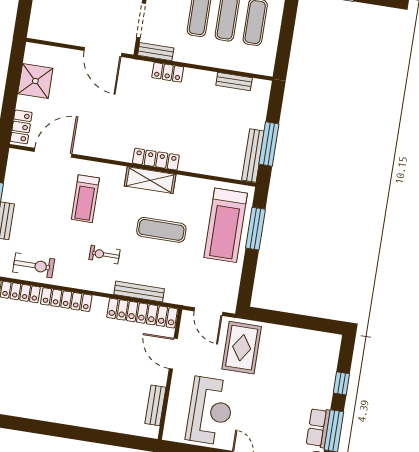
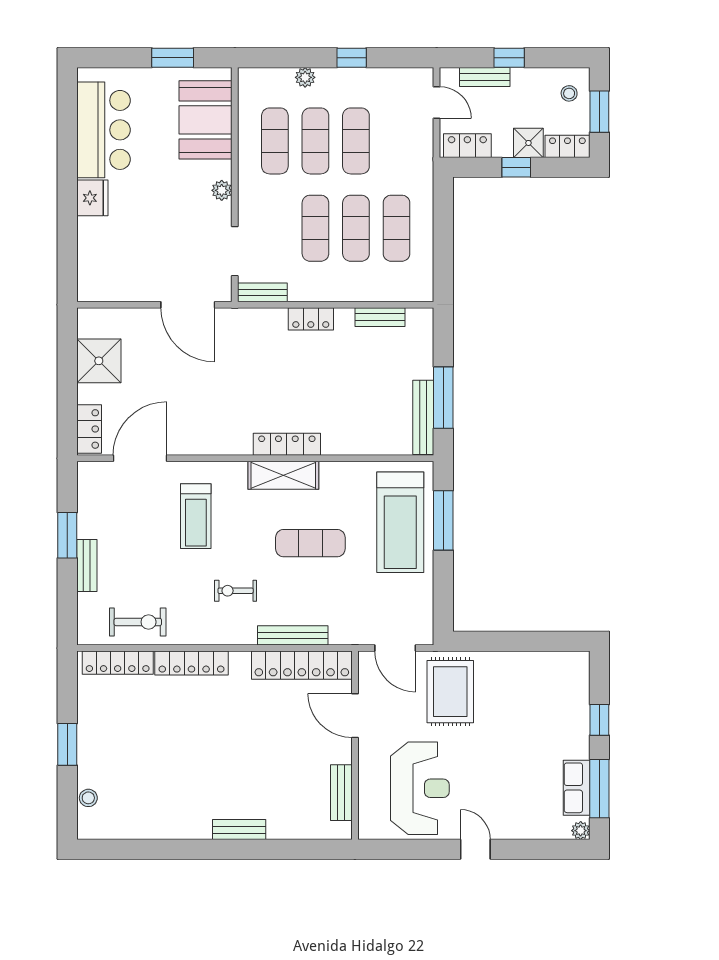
locker: (168, 72) -> (311, 319), moved
bench: (81, 420) -> (239, 830), added

